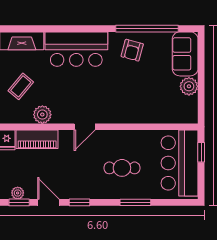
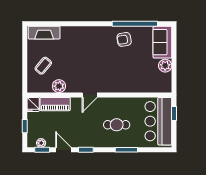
bar counter: (76, 49) -> (84, 39), removed
armchair: (132, 50) -> (124, 39), turned 66

